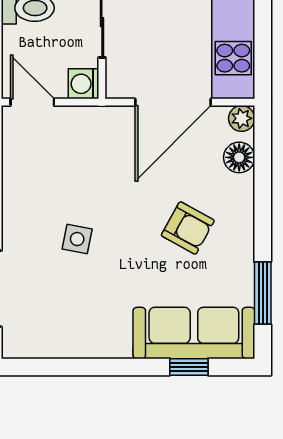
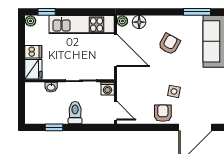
door: (32, 102) -> (115, 111), swing flipped
armchair: (26, 213) -> (163, 113), added

